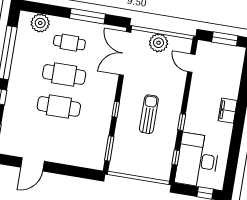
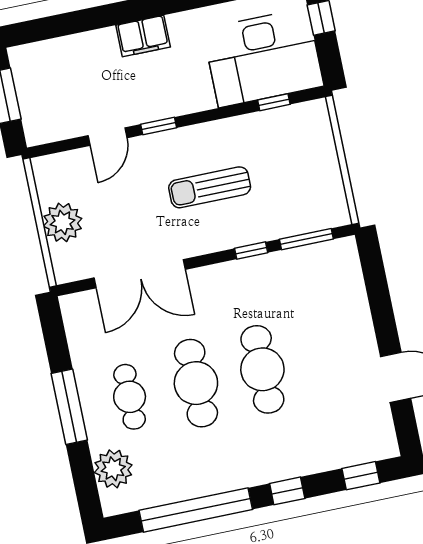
window: (87, 16) -> (69, 407), moved
double door: (125, 54) -> (140, 274), moved
door: (191, 63) -> (107, 137), moved
window: (116, 109) -> (251, 251), moved
window: (182, 122) -> (159, 126), moved

